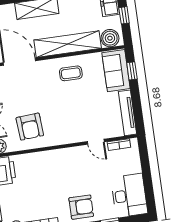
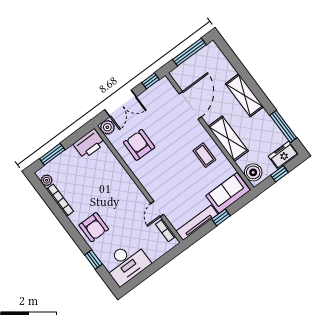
shelving: (68, 44) -> (228, 139), width x0.68
window: (132, 71) -> (221, 217), moved
armchair: (30, 127) -> (139, 145), turned 95

